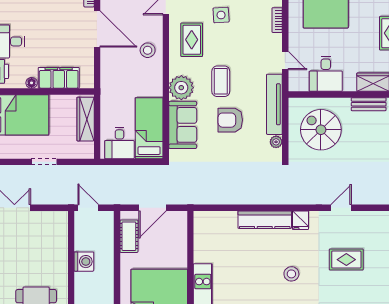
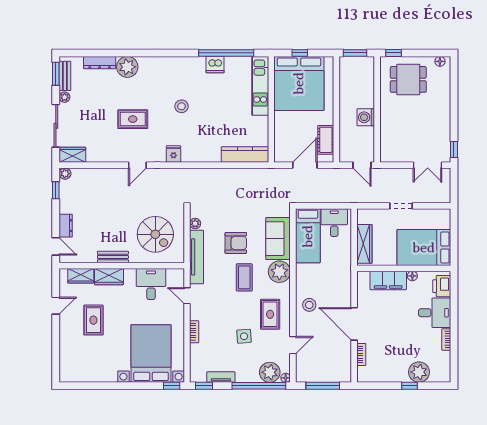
kitchen counter: (265, 220) -> (245, 154), moved

